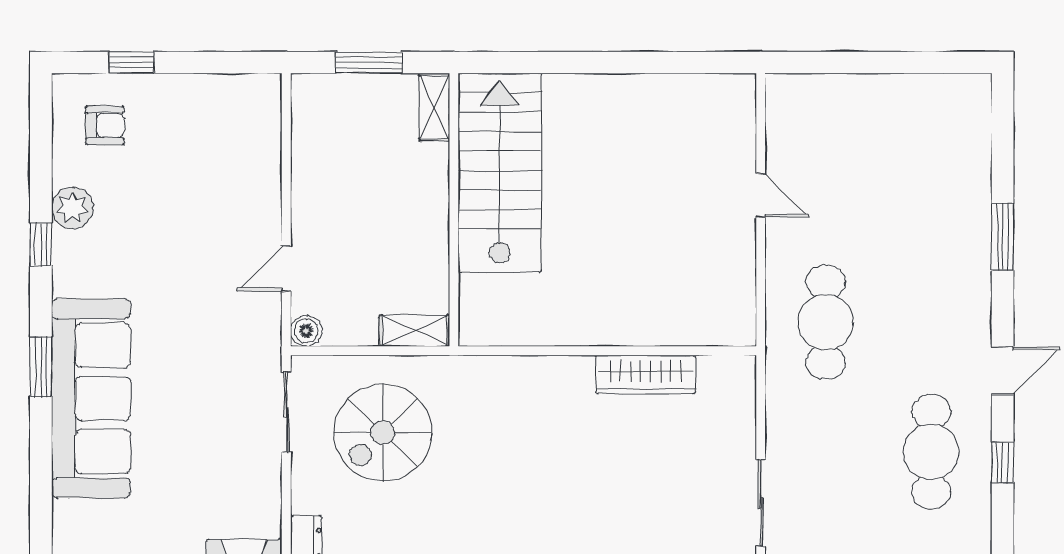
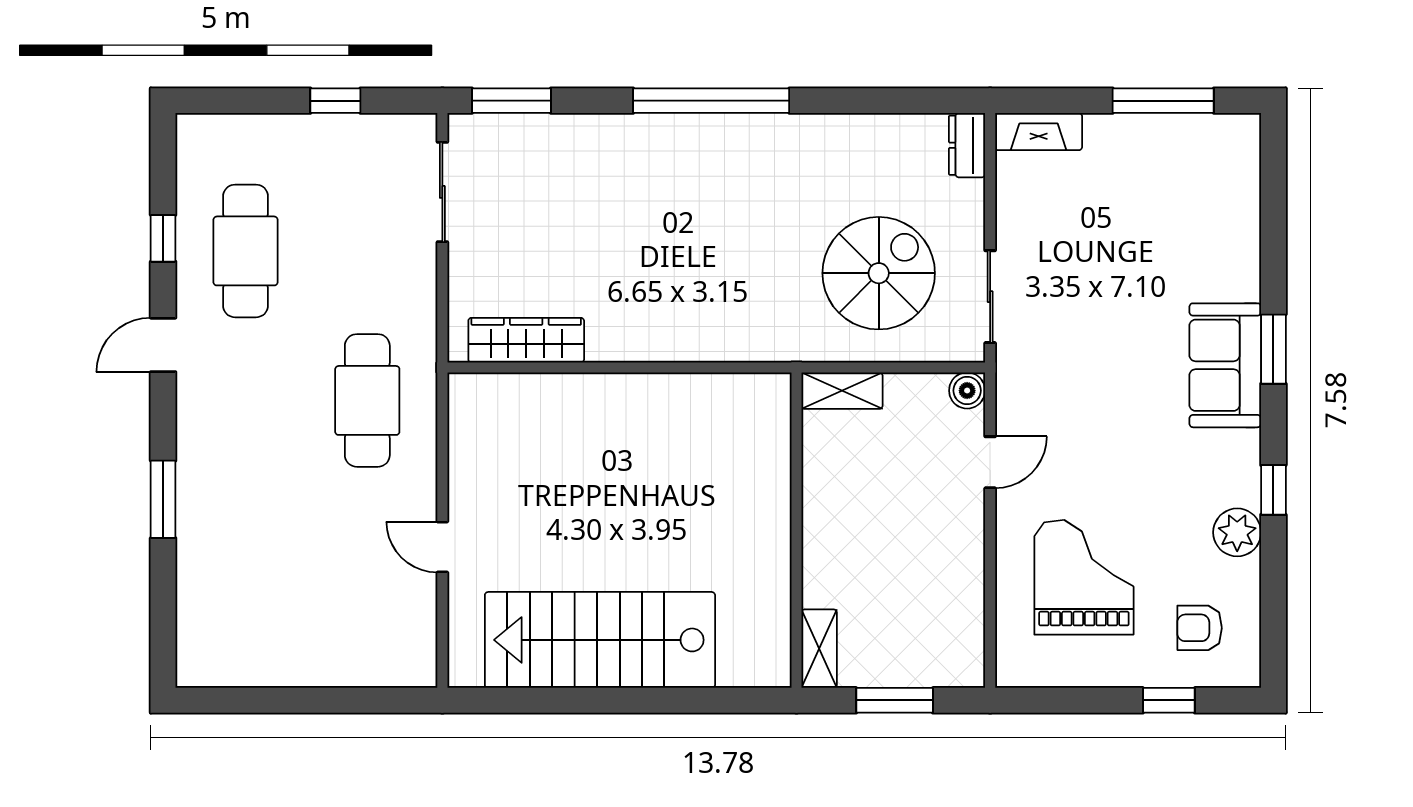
grand piano: (205, 169) -> (1084, 577), added
stairs: (500, 173) -> (600, 640), moved, turned 90
wardrobe: (646, 374) -> (526, 340), moved
sofa: (91, 398) -> (1225, 365), width x0.54, depth x0.79

